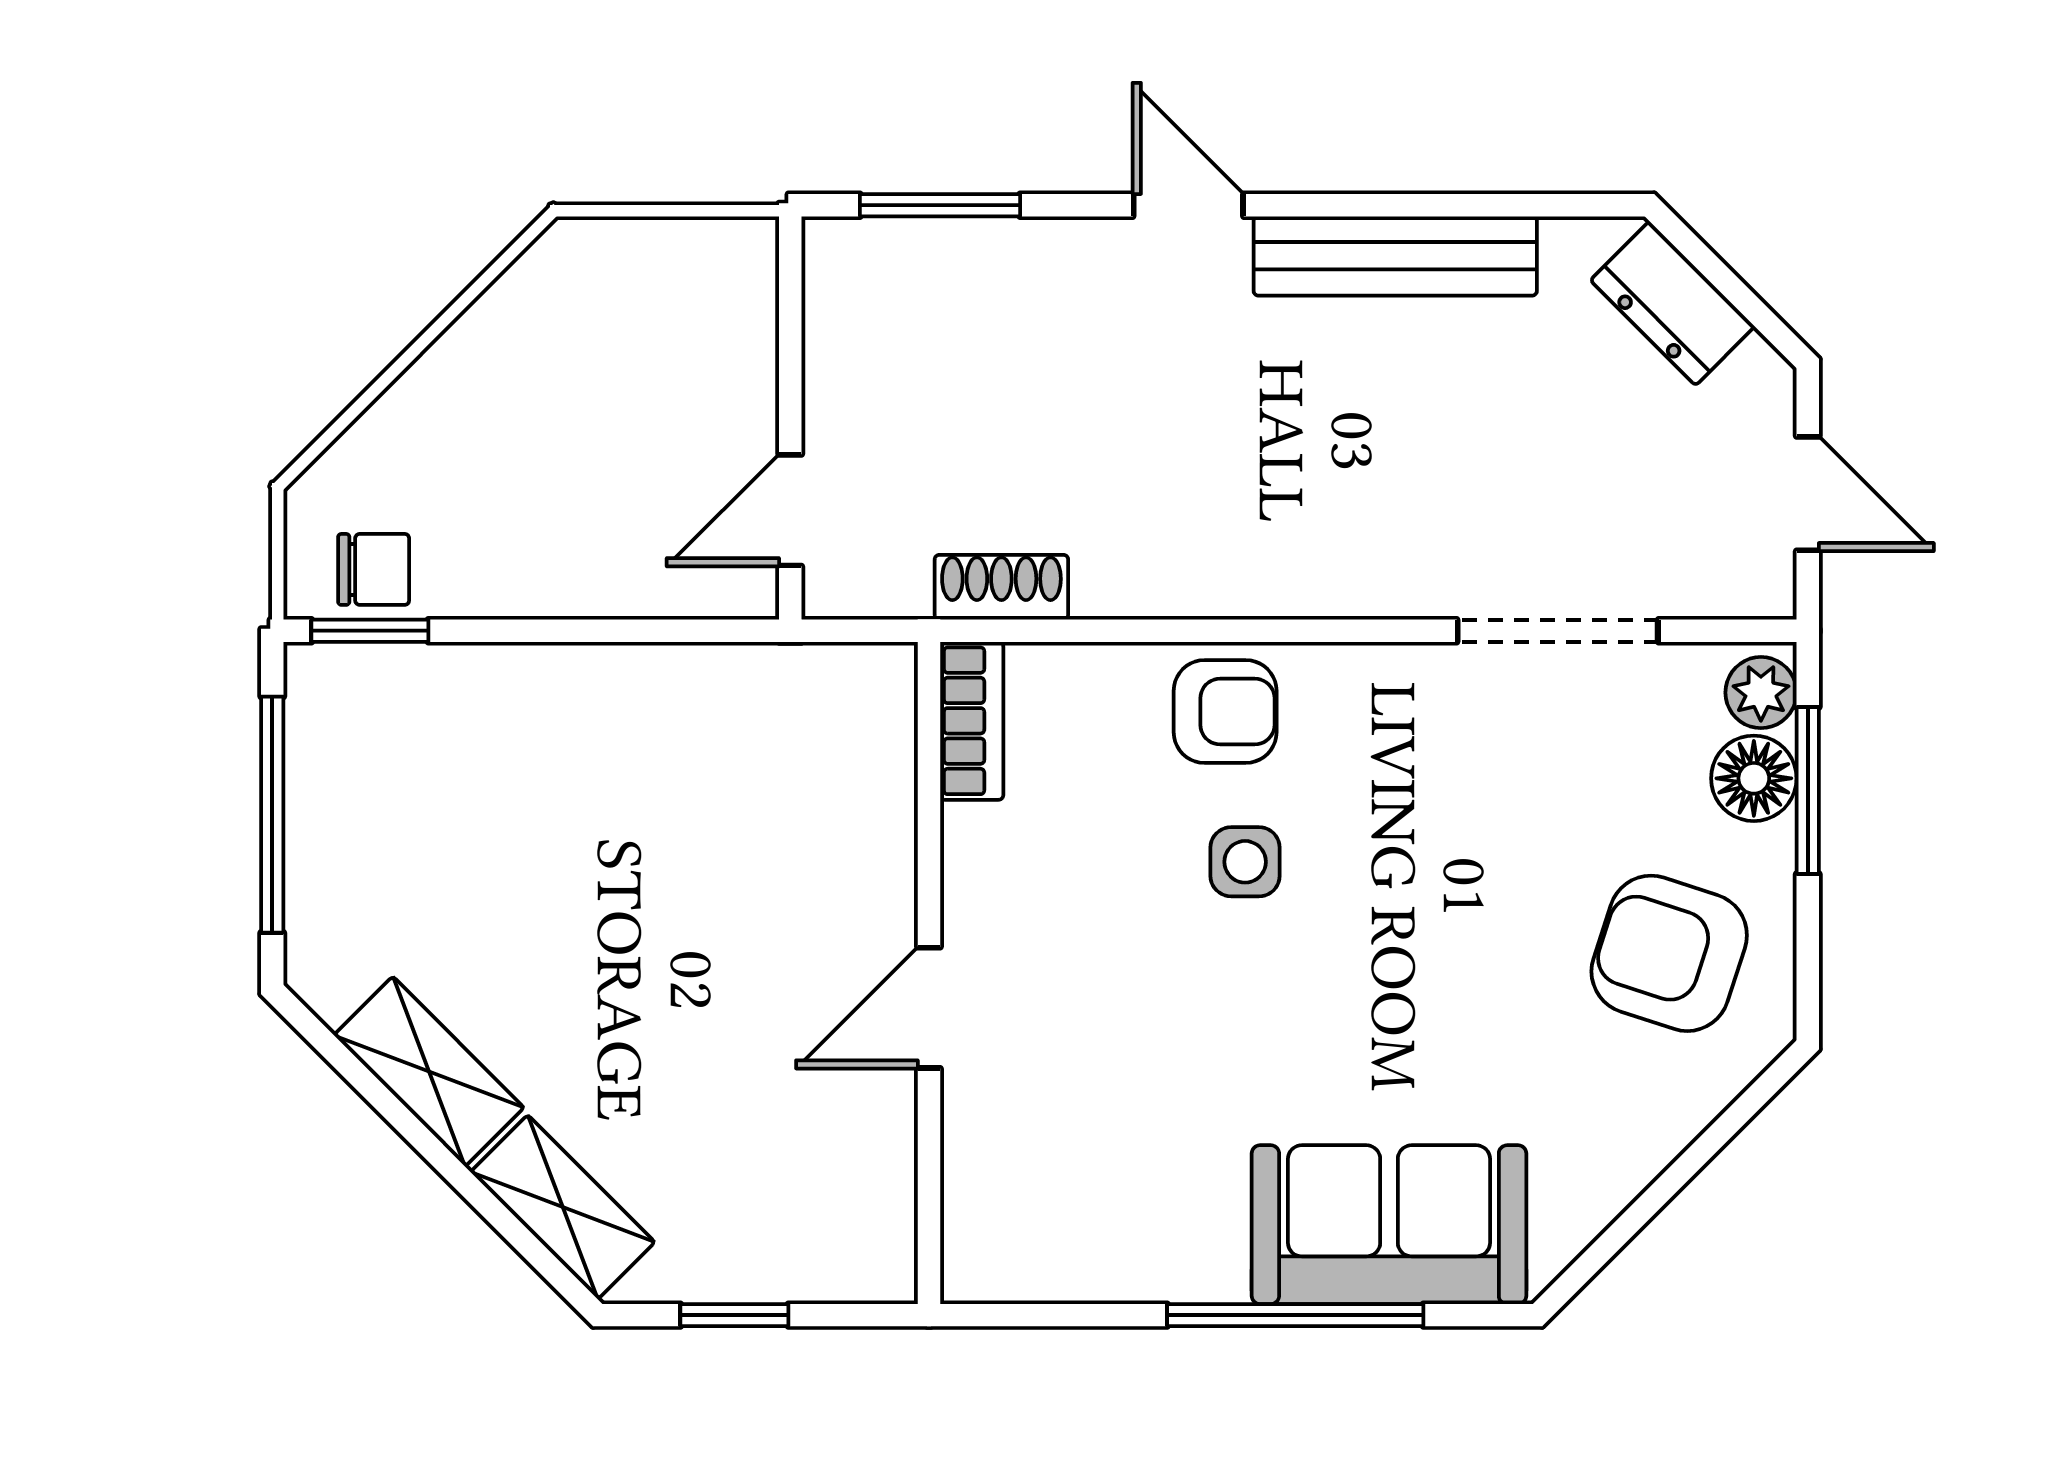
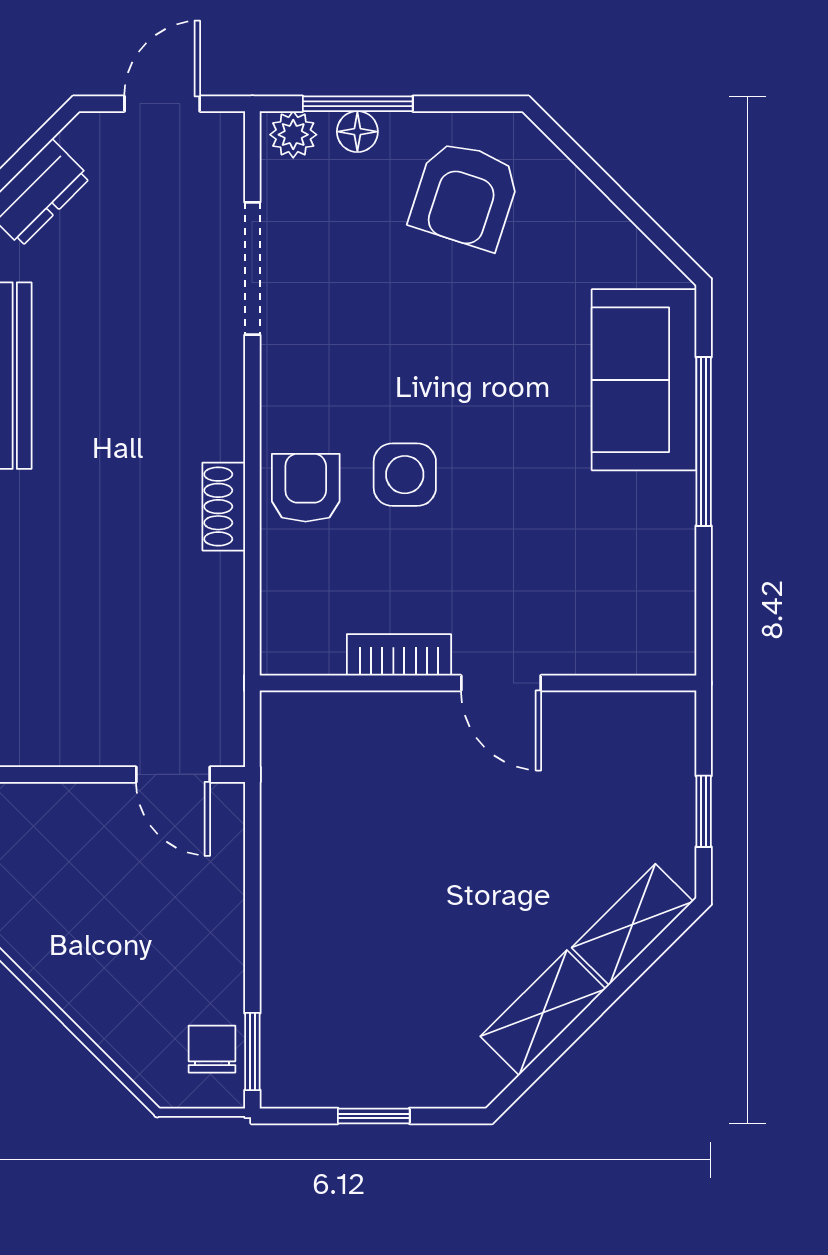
shoe rack: (1001, 587) -> (224, 507), moved
bookcase: (972, 721) -> (399, 655), moved
floor lamp: (1754, 778) -> (357, 132), width x0.73, depth x0.73
window: (272, 815) -> (374, 1116), width x0.46
side table: (1245, 862) -> (405, 475), width x1.37, depth x1.37

